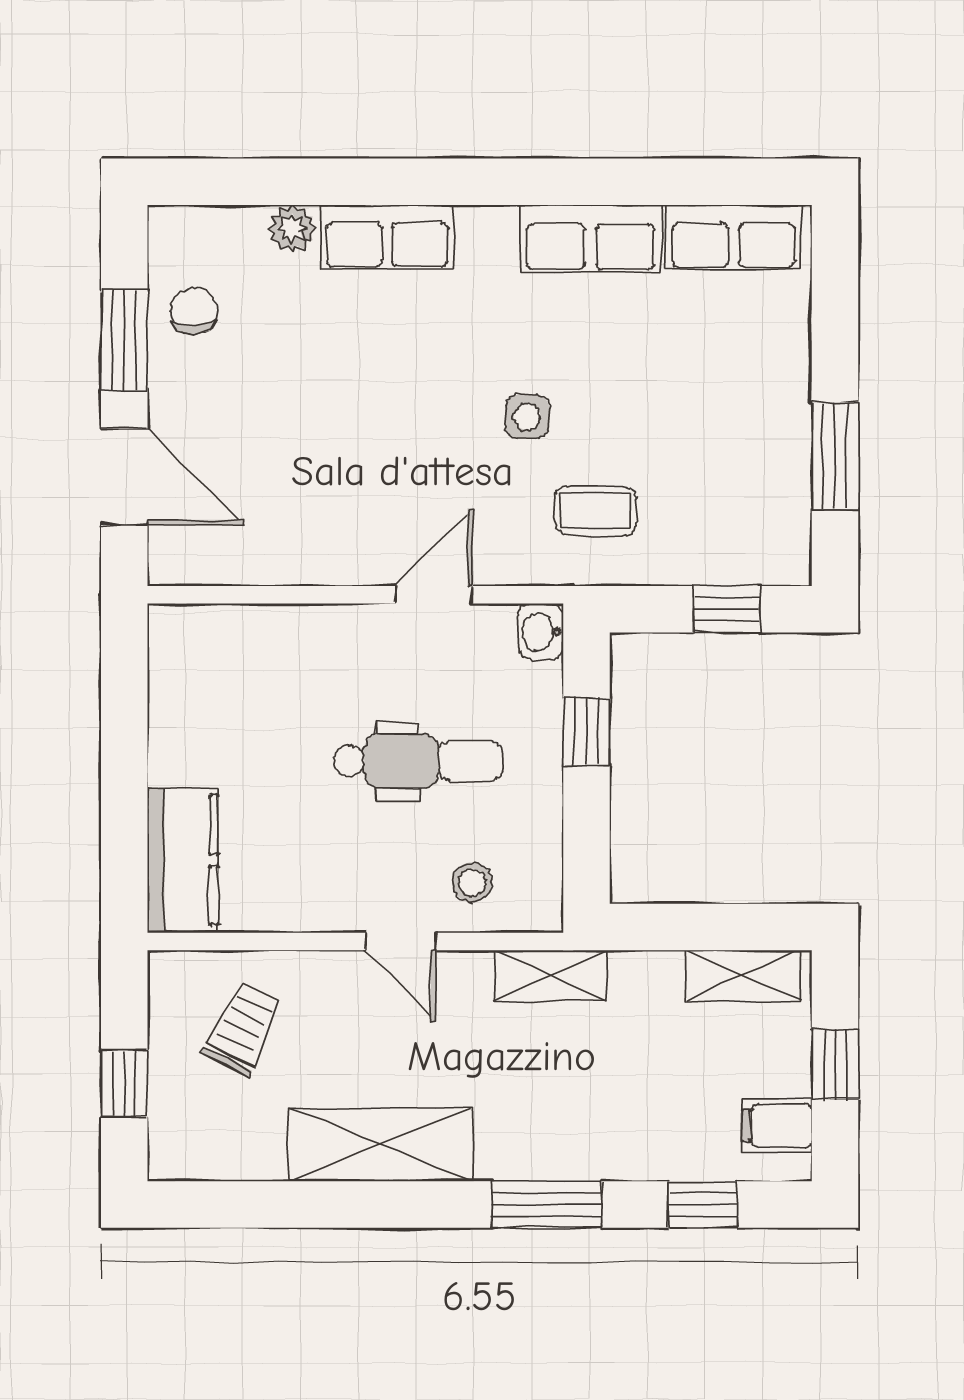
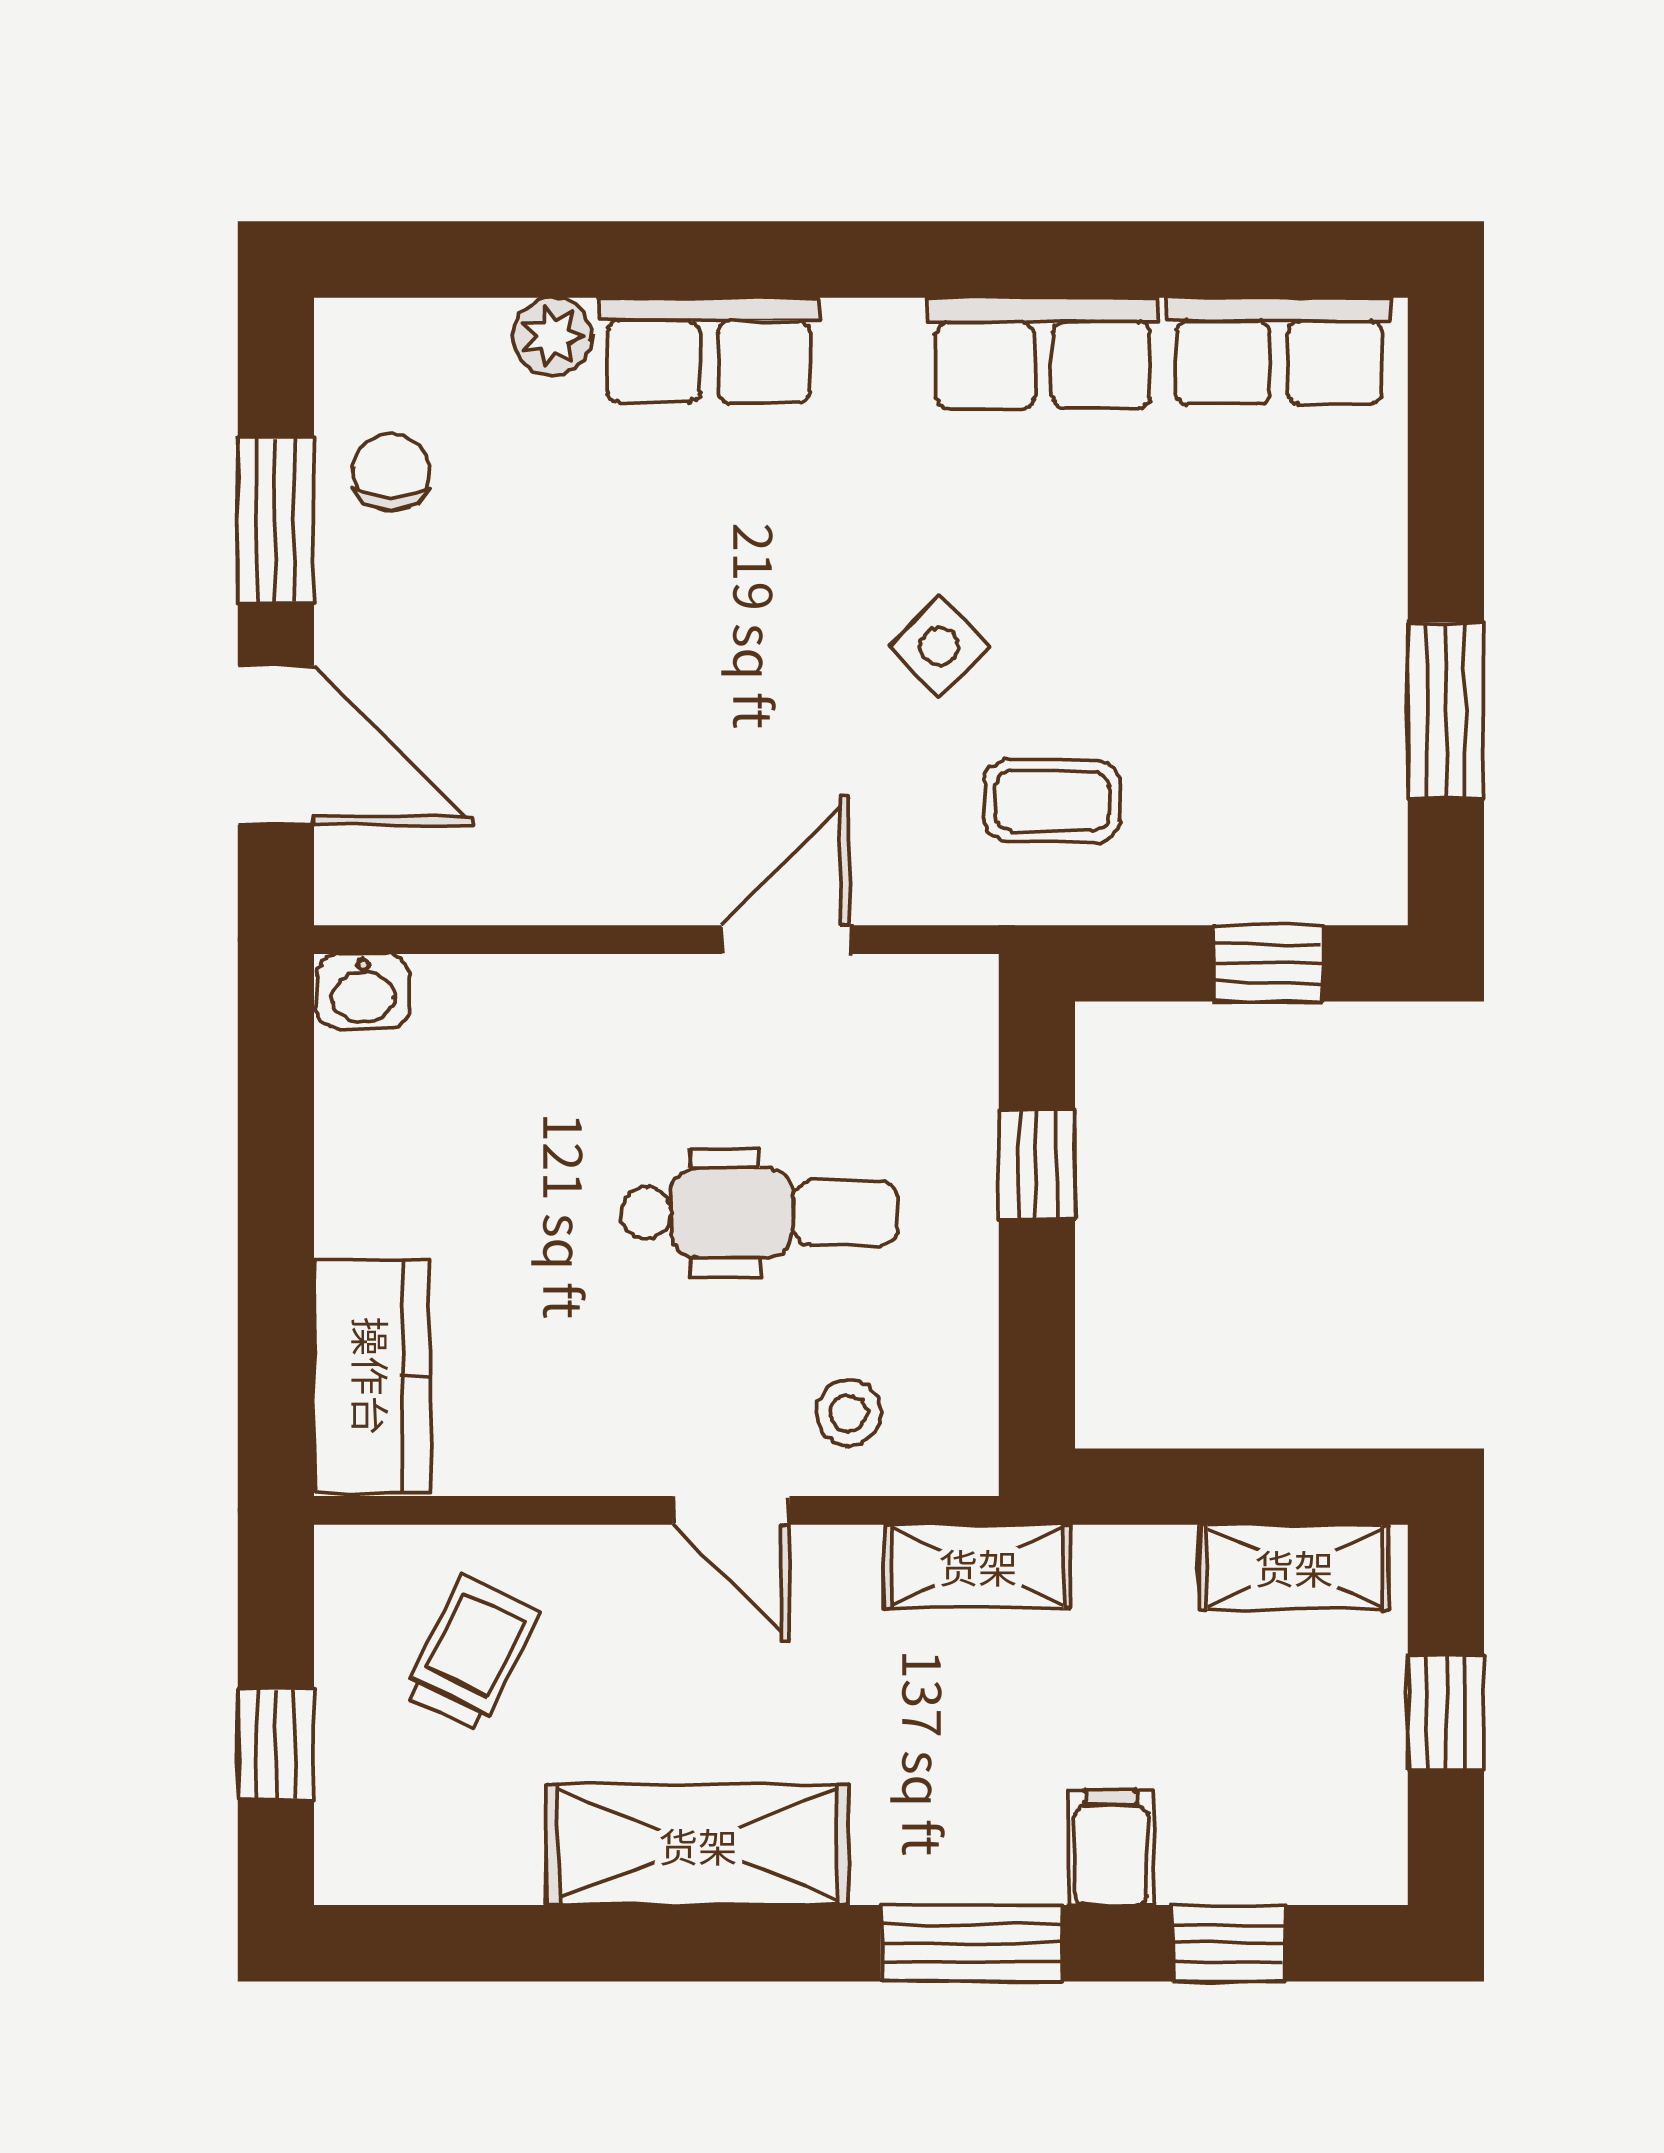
side table: (527, 417) -> (939, 646), turned 45
washbasin: (541, 632) -> (363, 991), moved, turned -90
filing cabinet: (777, 1126) -> (1111, 1848), moved, turned 90

